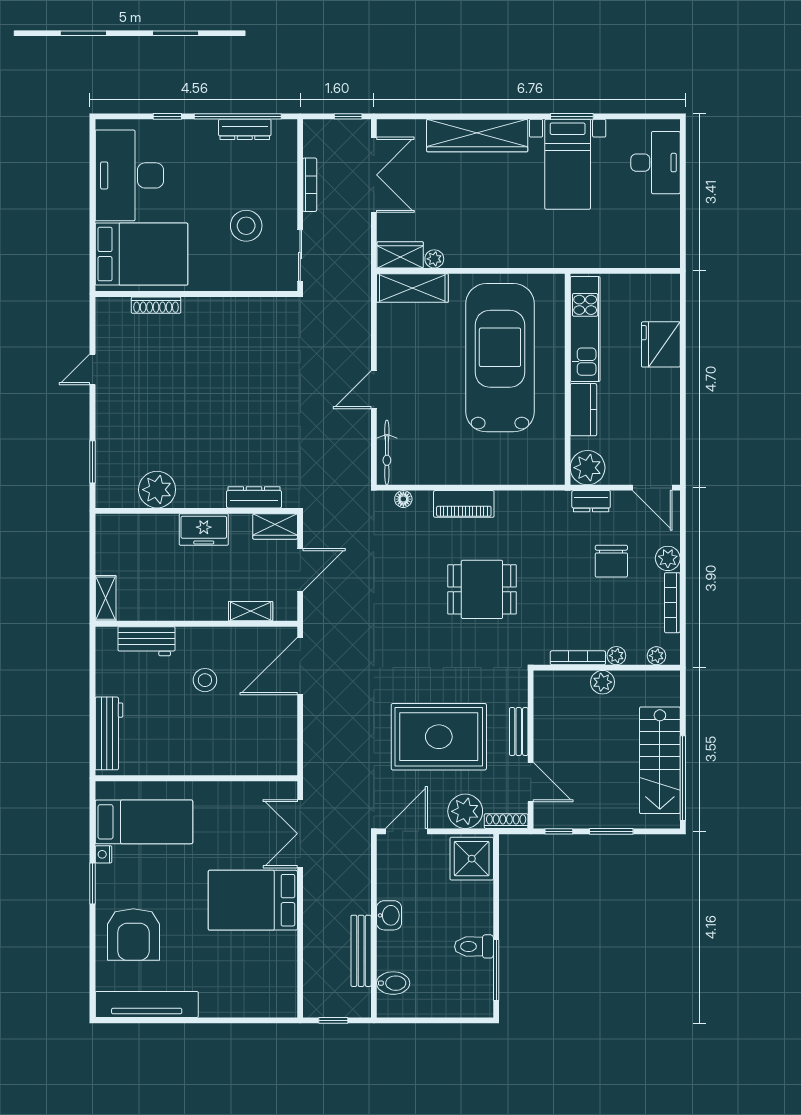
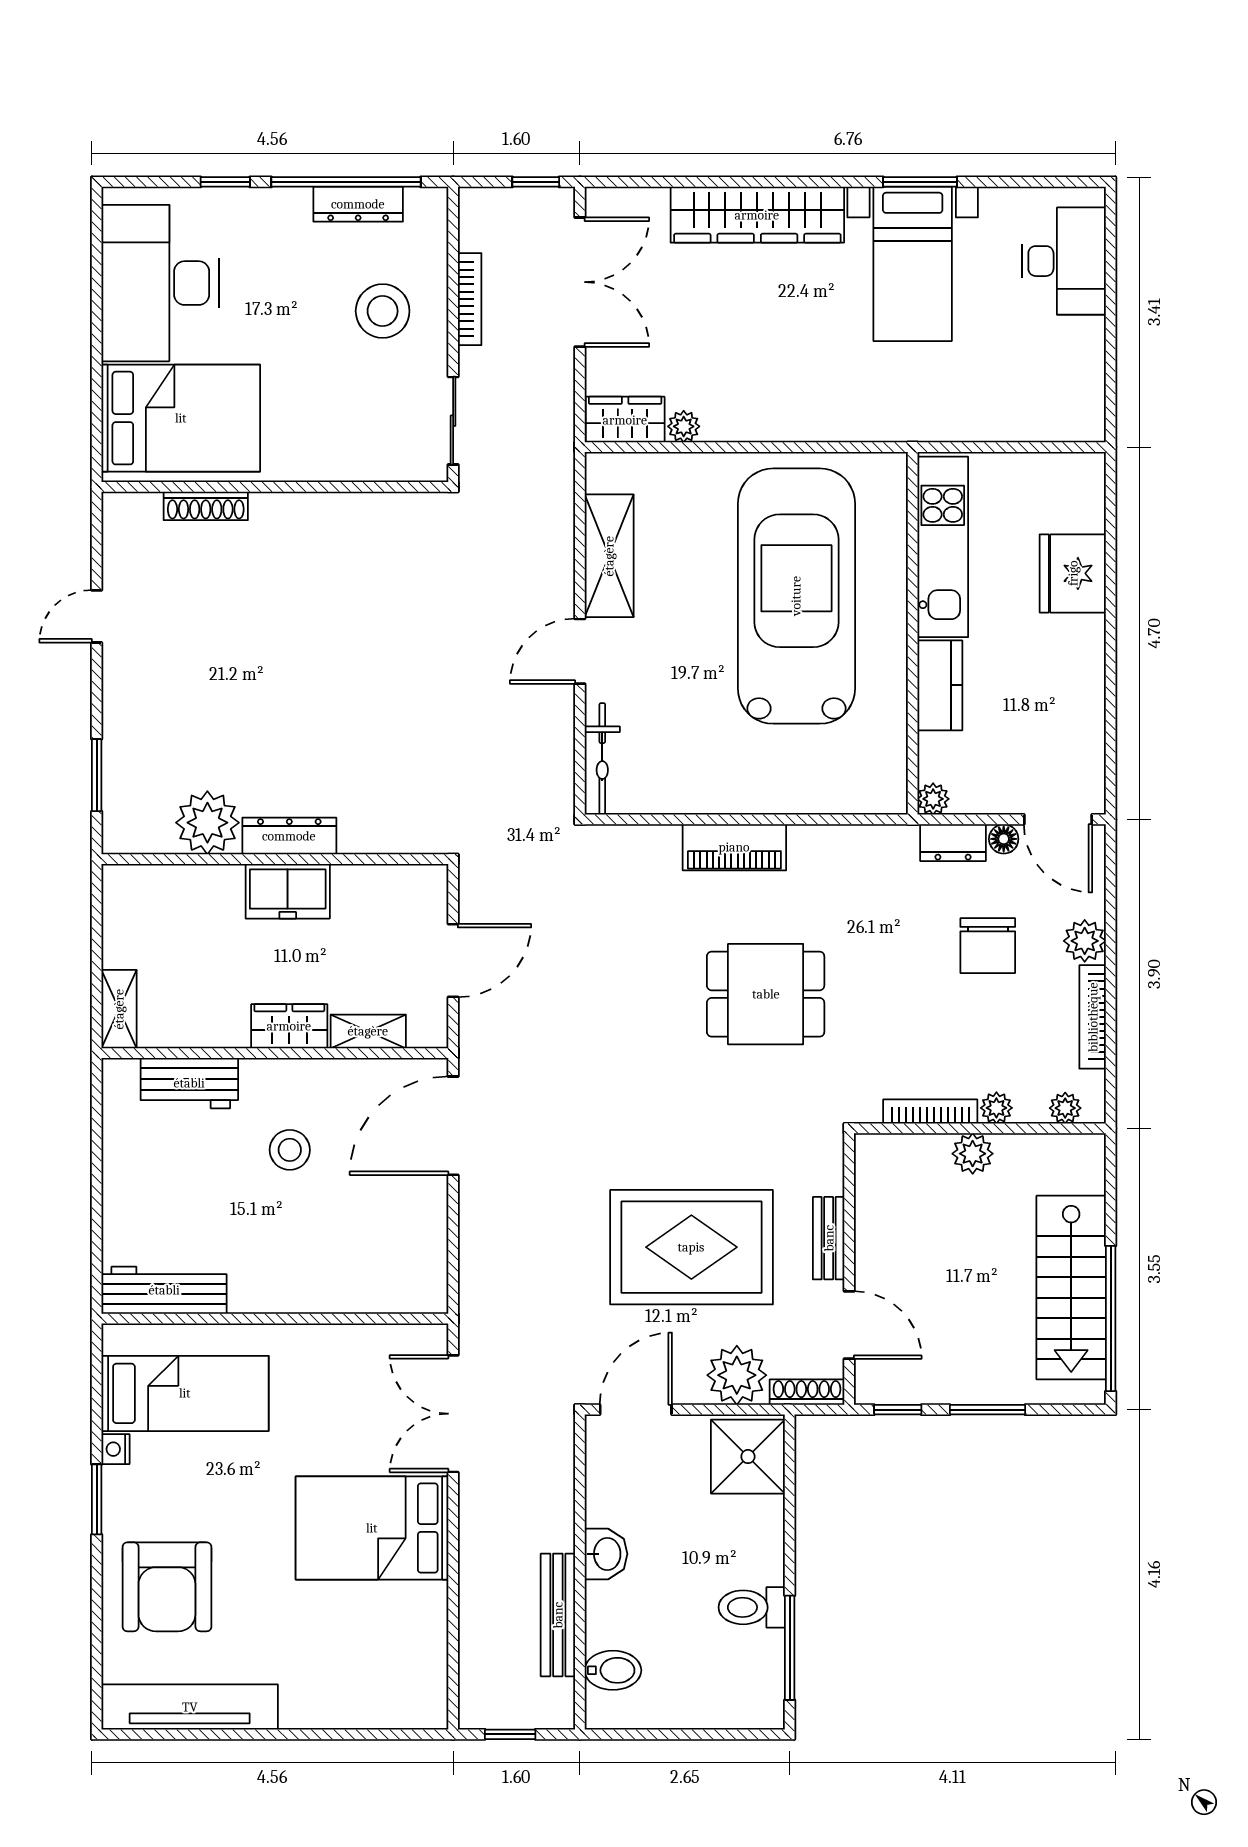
stool: (246, 226) -> (383, 311), moved
shelving: (412, 288) -> (609, 556), moved, turned 90
plant: (588, 468) -> (933, 799), width x0.53, depth x0.53
dresser: (254, 497) -> (289, 836), moved
floor lamp: (403, 499) -> (1004, 839), moved
wardrobe: (275, 526) -> (289, 1026), moved, turned 180
workbench: (109, 733) -> (164, 1290), moved, turned -90

